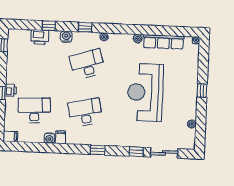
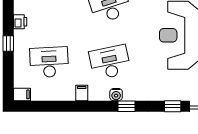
printer: (11, 90) -> (20, 22), moved
water cooler: (49, 138) -> (116, 95), moved

